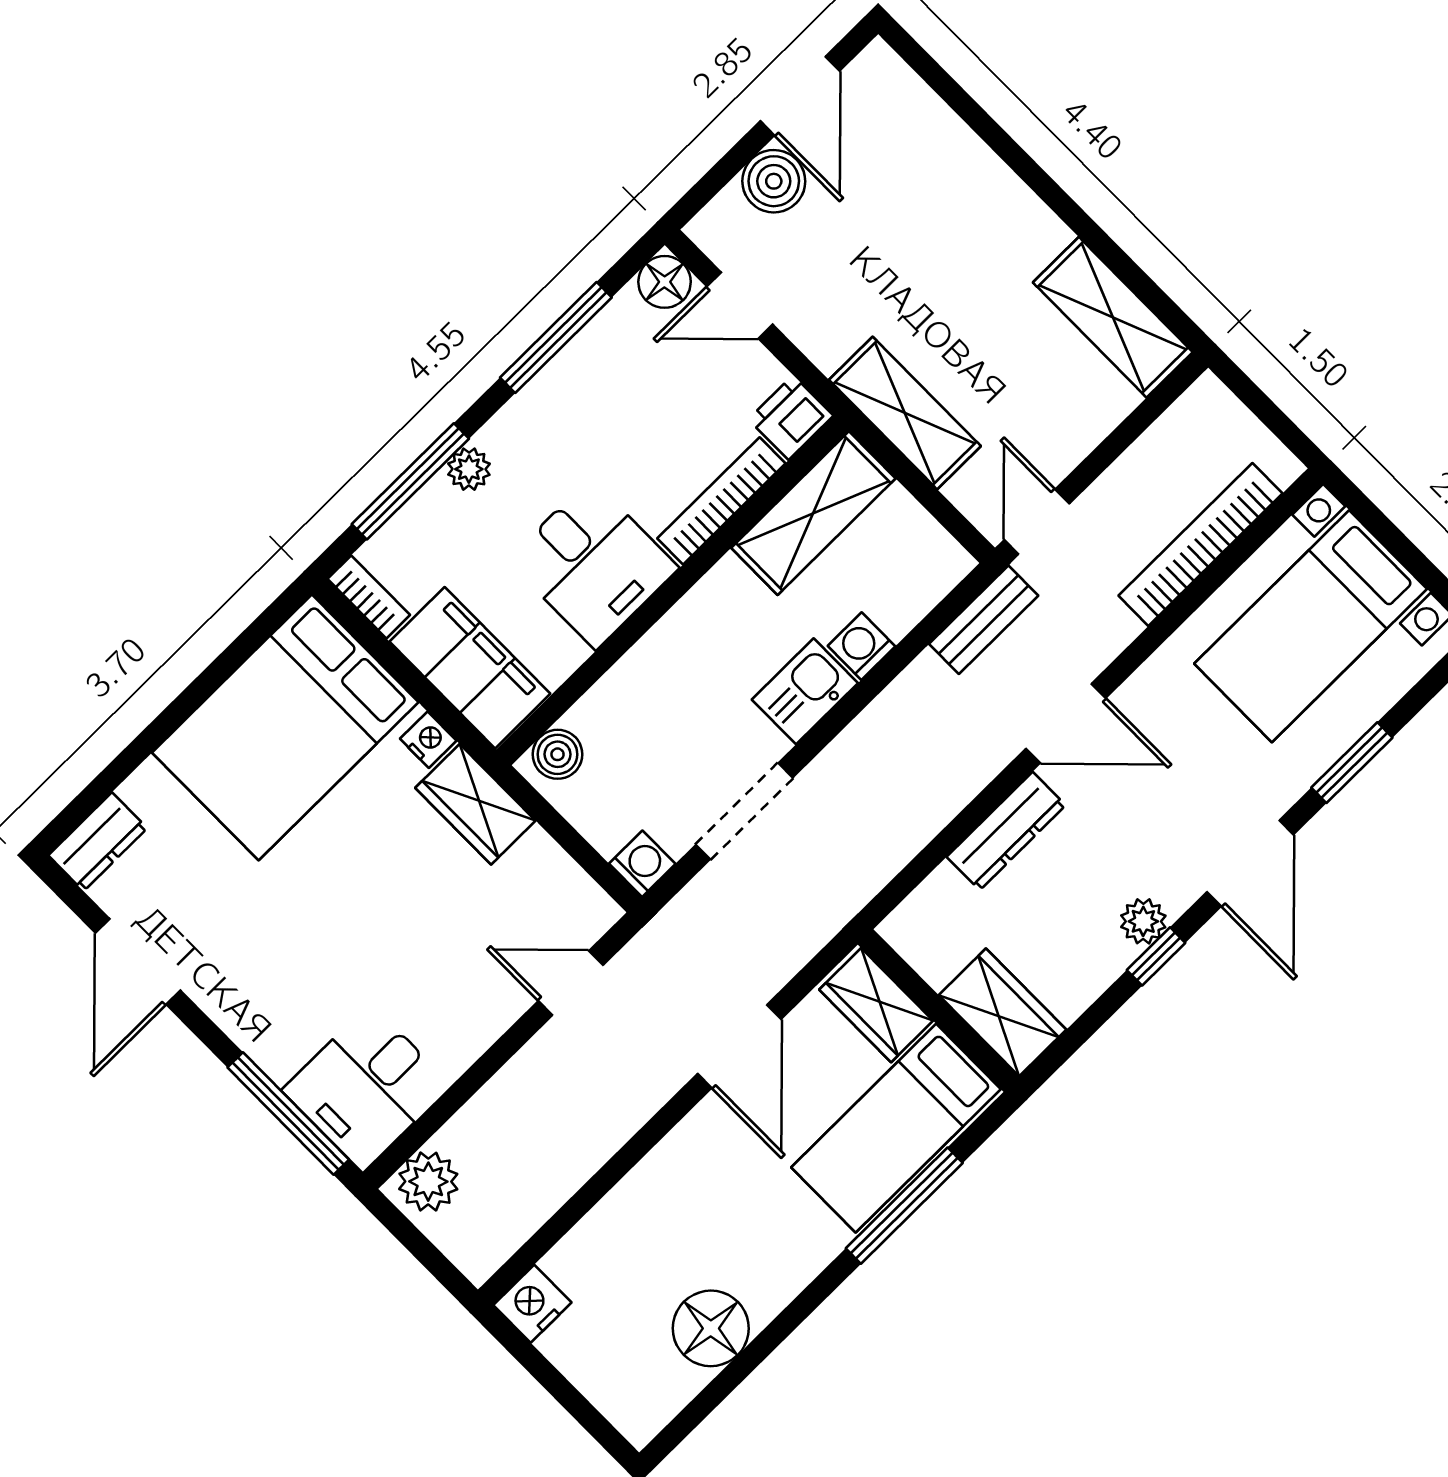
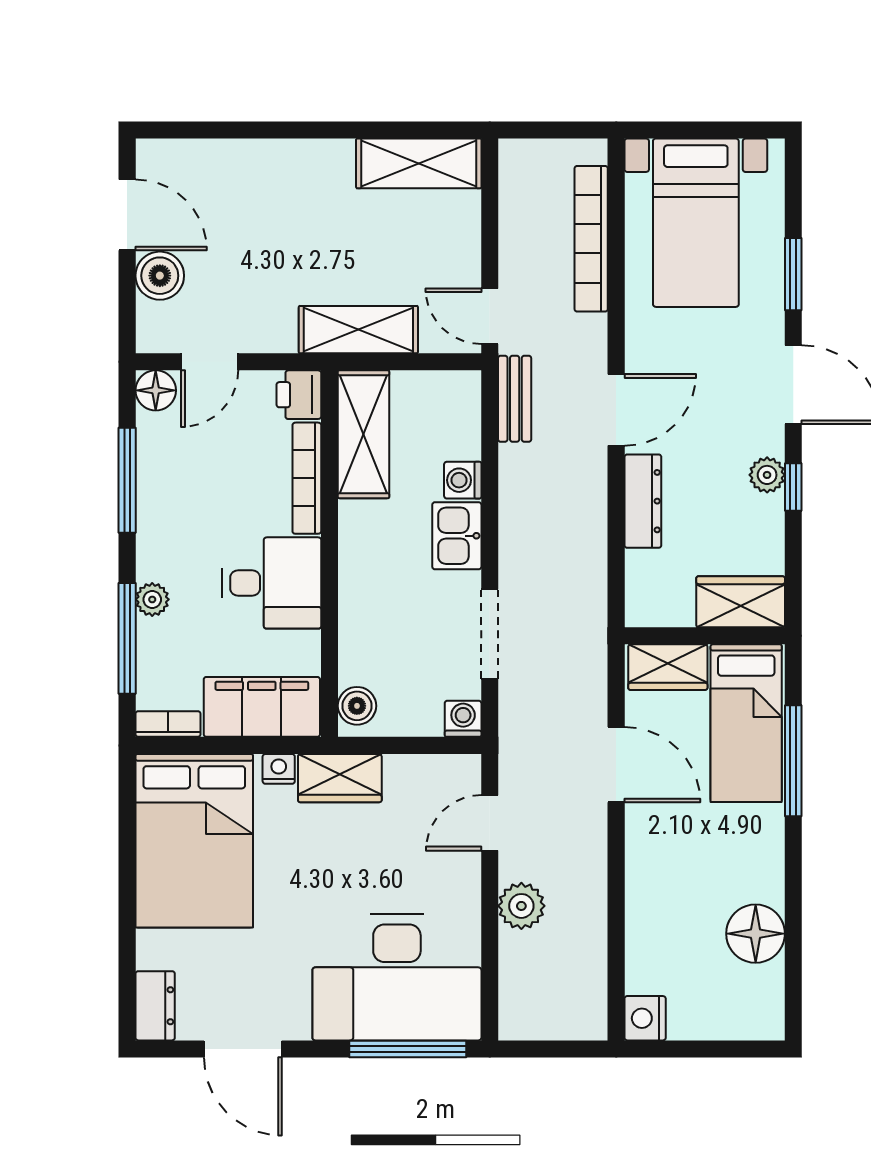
desk: (366, 1088) -> (397, 977), width x1.87, depth x1.30
plant: (428, 1182) -> (521, 906), moved

